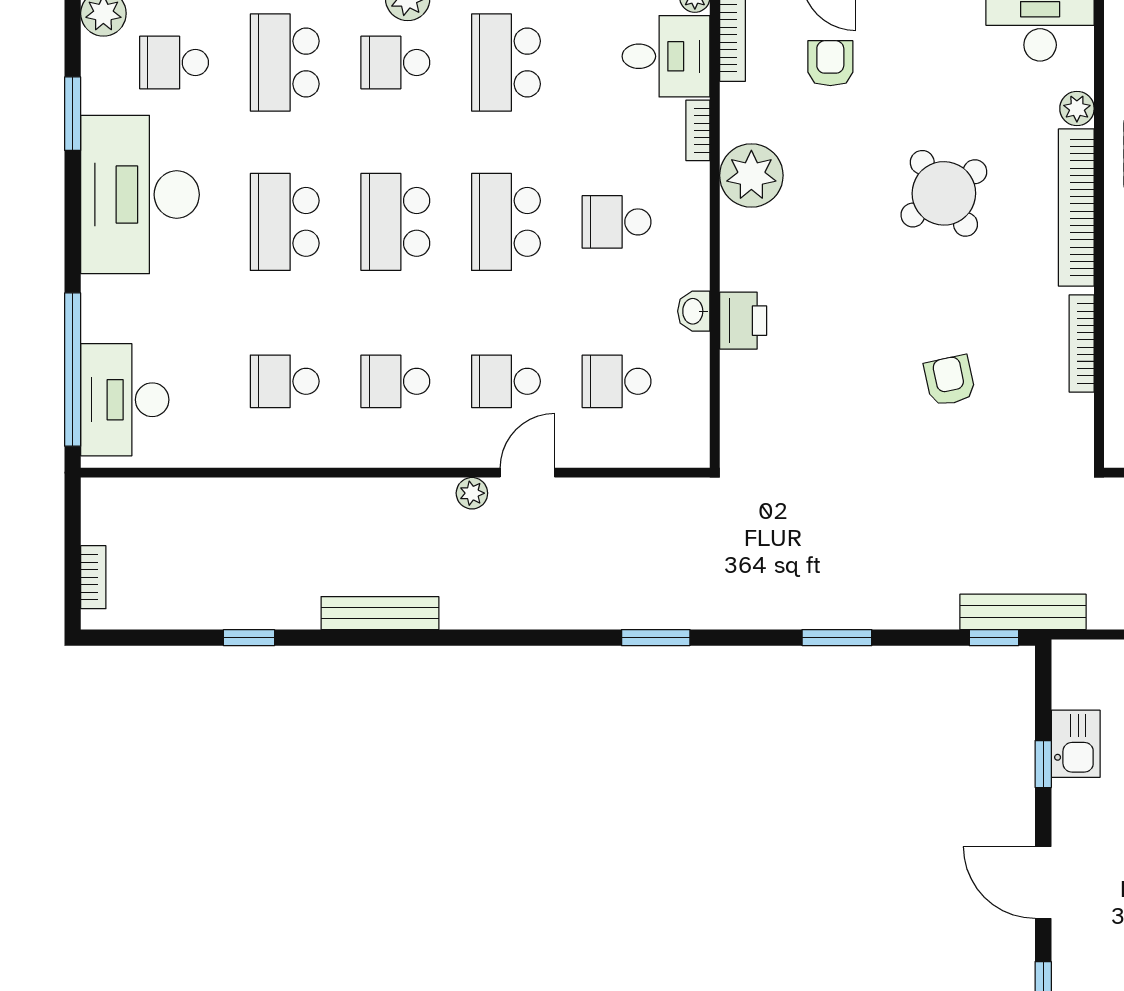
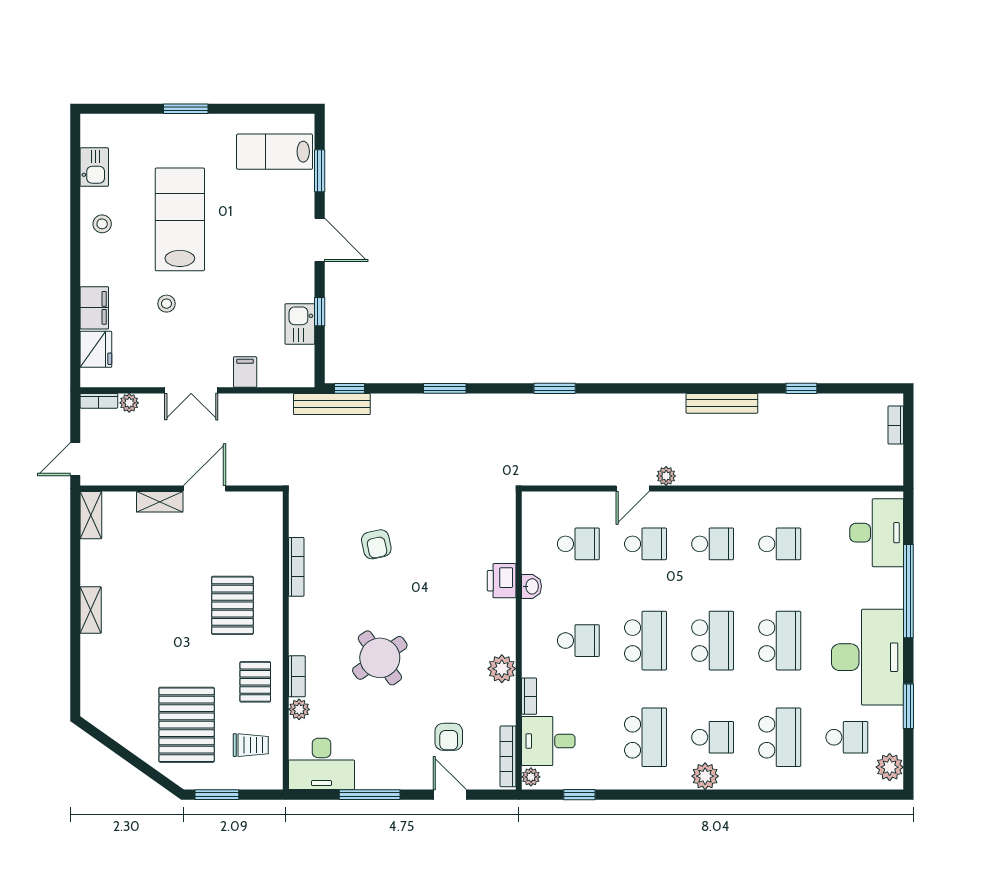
plant: (751, 175) -> (502, 669), width x0.73, depth x0.73
bookcase: (1076, 208) -> (297, 676), width x0.43, depth x0.76
window: (73, 370) -> (908, 591), moved

